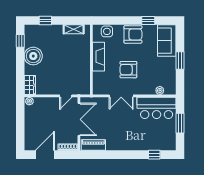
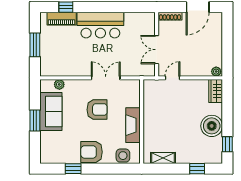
sofa: (167, 41) -> (51, 112), moved
bar counter: (157, 108) -> (100, 25), moved, turned 180
double door: (79, 119) -> (157, 50), width x0.73
piano: (93, 145) -> (62, 19), moved

